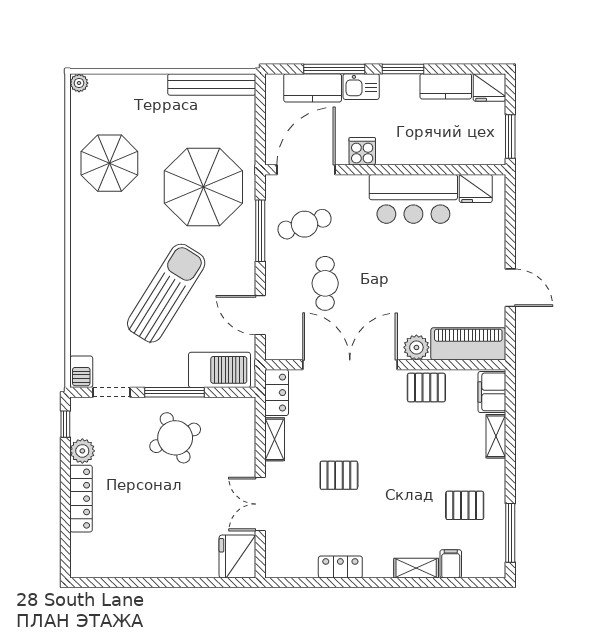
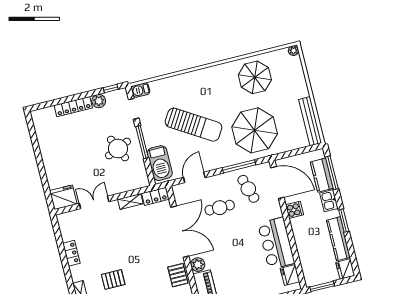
window: (334, 69) -> (332, 173), moved
kitchen counter: (446, 86) -> (338, 239), width x1.50
pallet: (339, 475) -> (113, 279), moved, turned 90

